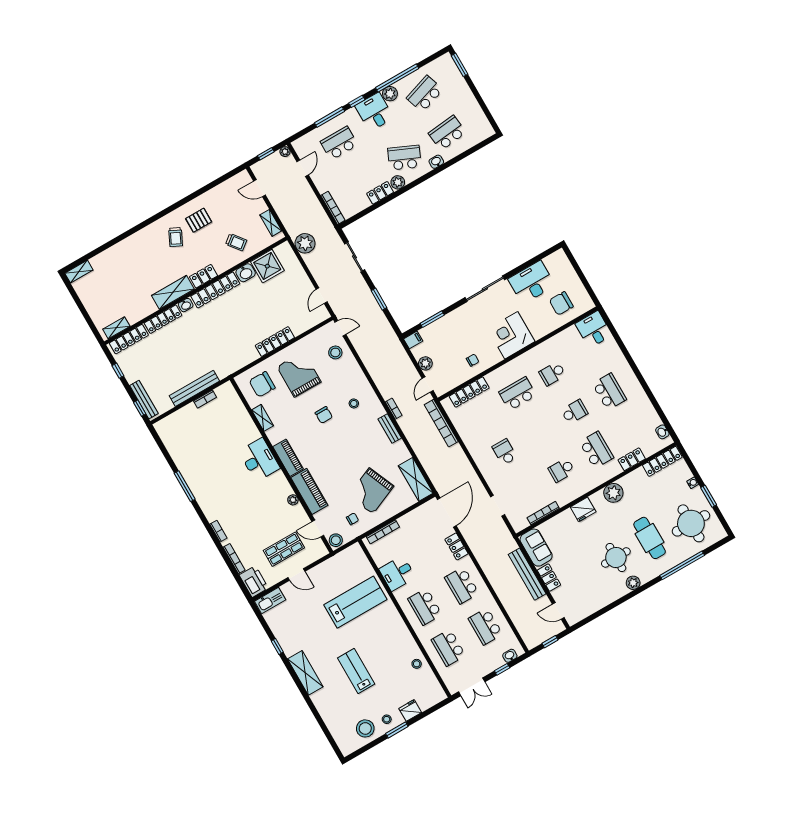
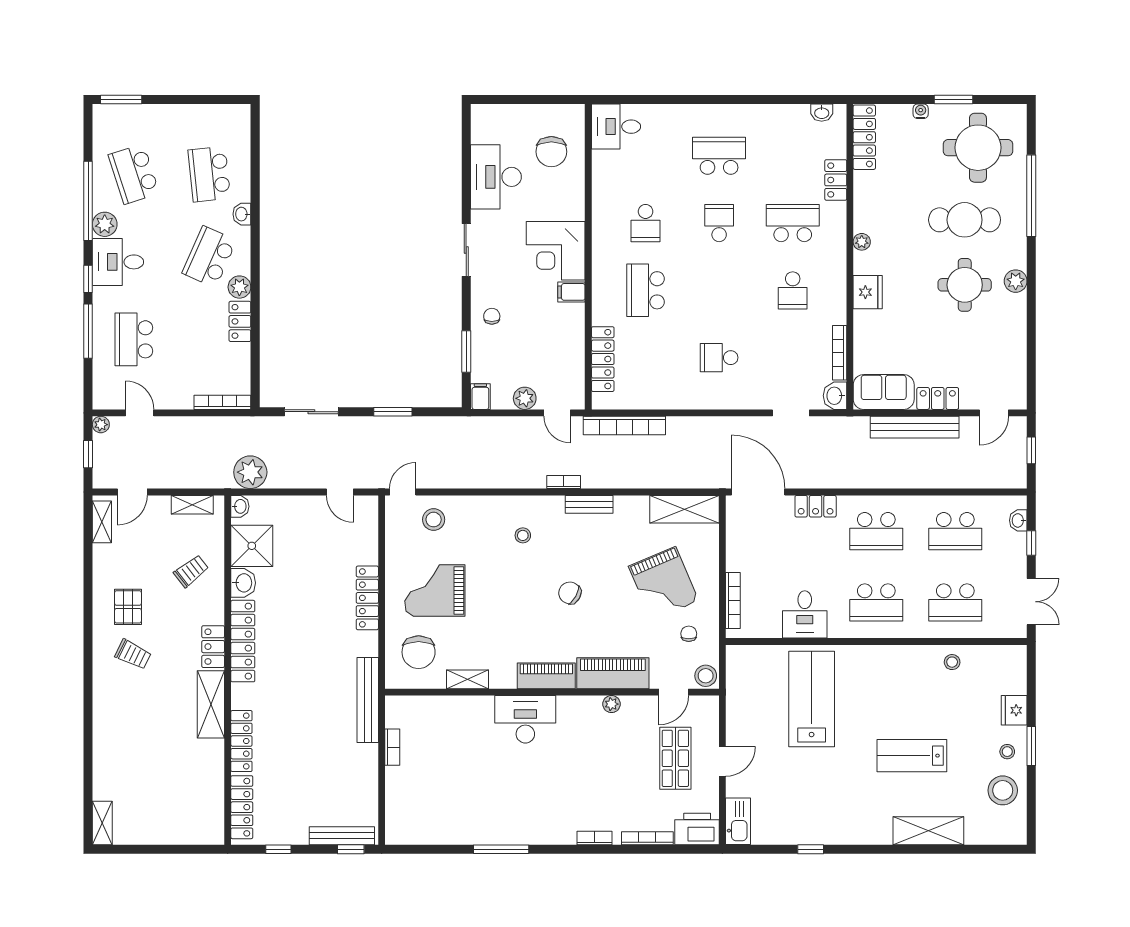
sliding door: (485, 289) -> (466, 250), width x0.73
washbasin: (186, 305) -> (240, 506), moved
shelving: (116, 328) -> (102, 522), moved
filing cabinet: (495, 356) -> (571, 292), added
chair: (473, 360) -> (492, 316), moved
bench: (194, 388) -> (368, 700), moved
chair: (324, 415) -> (570, 593), moved, turned -151
plant: (613, 493) -> (862, 242), width x0.53, depth x0.53
washbasin: (520, 523) -> (835, 396), added
shelving: (305, 673) -> (928, 831), moved

